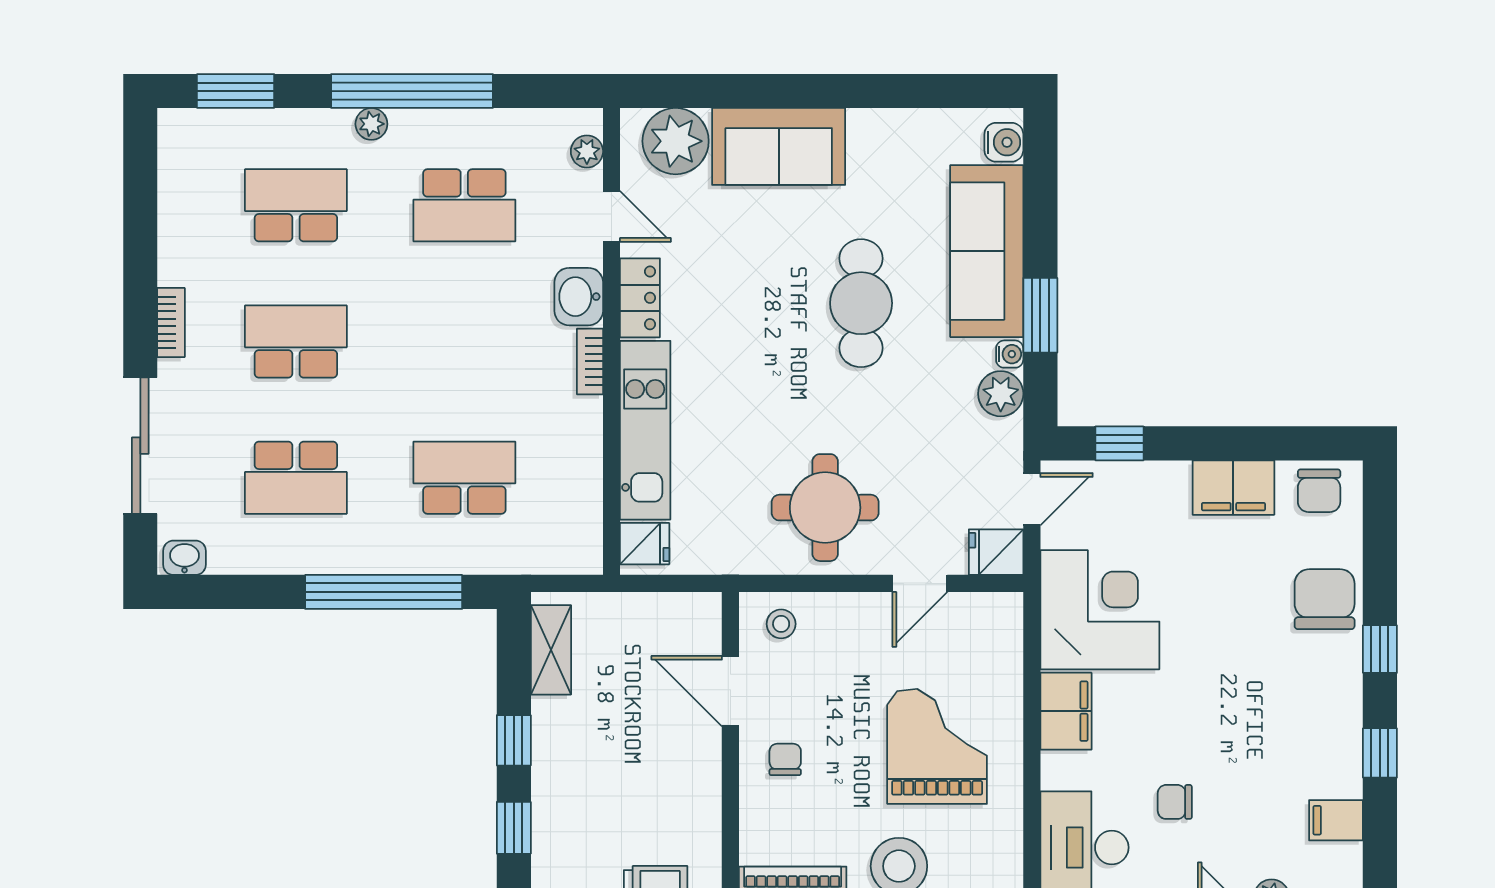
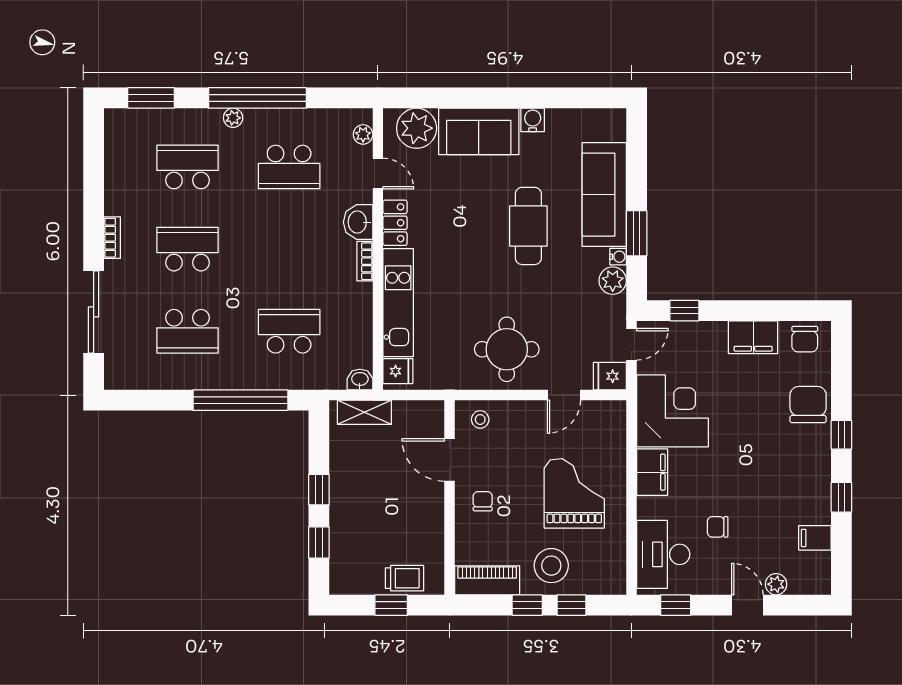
water cooler: (1004, 142) -> (533, 120), moved, turned -90
washbasin: (184, 558) -> (360, 380), moved
shelving: (551, 650) -> (364, 412), moved, turned 90

